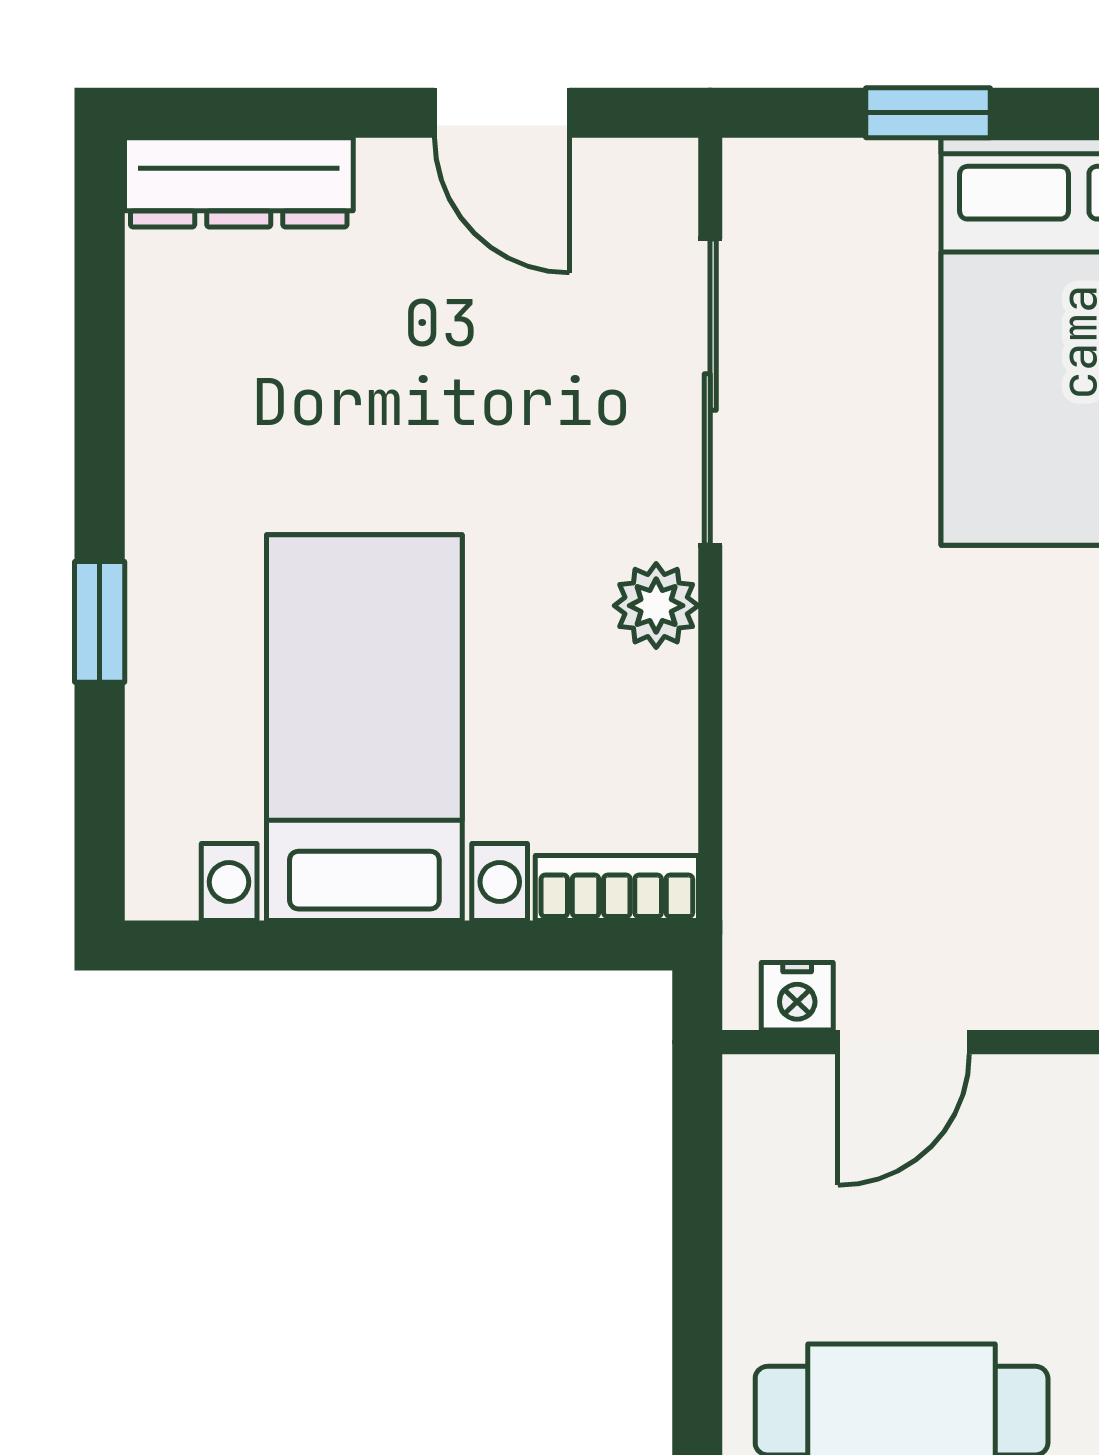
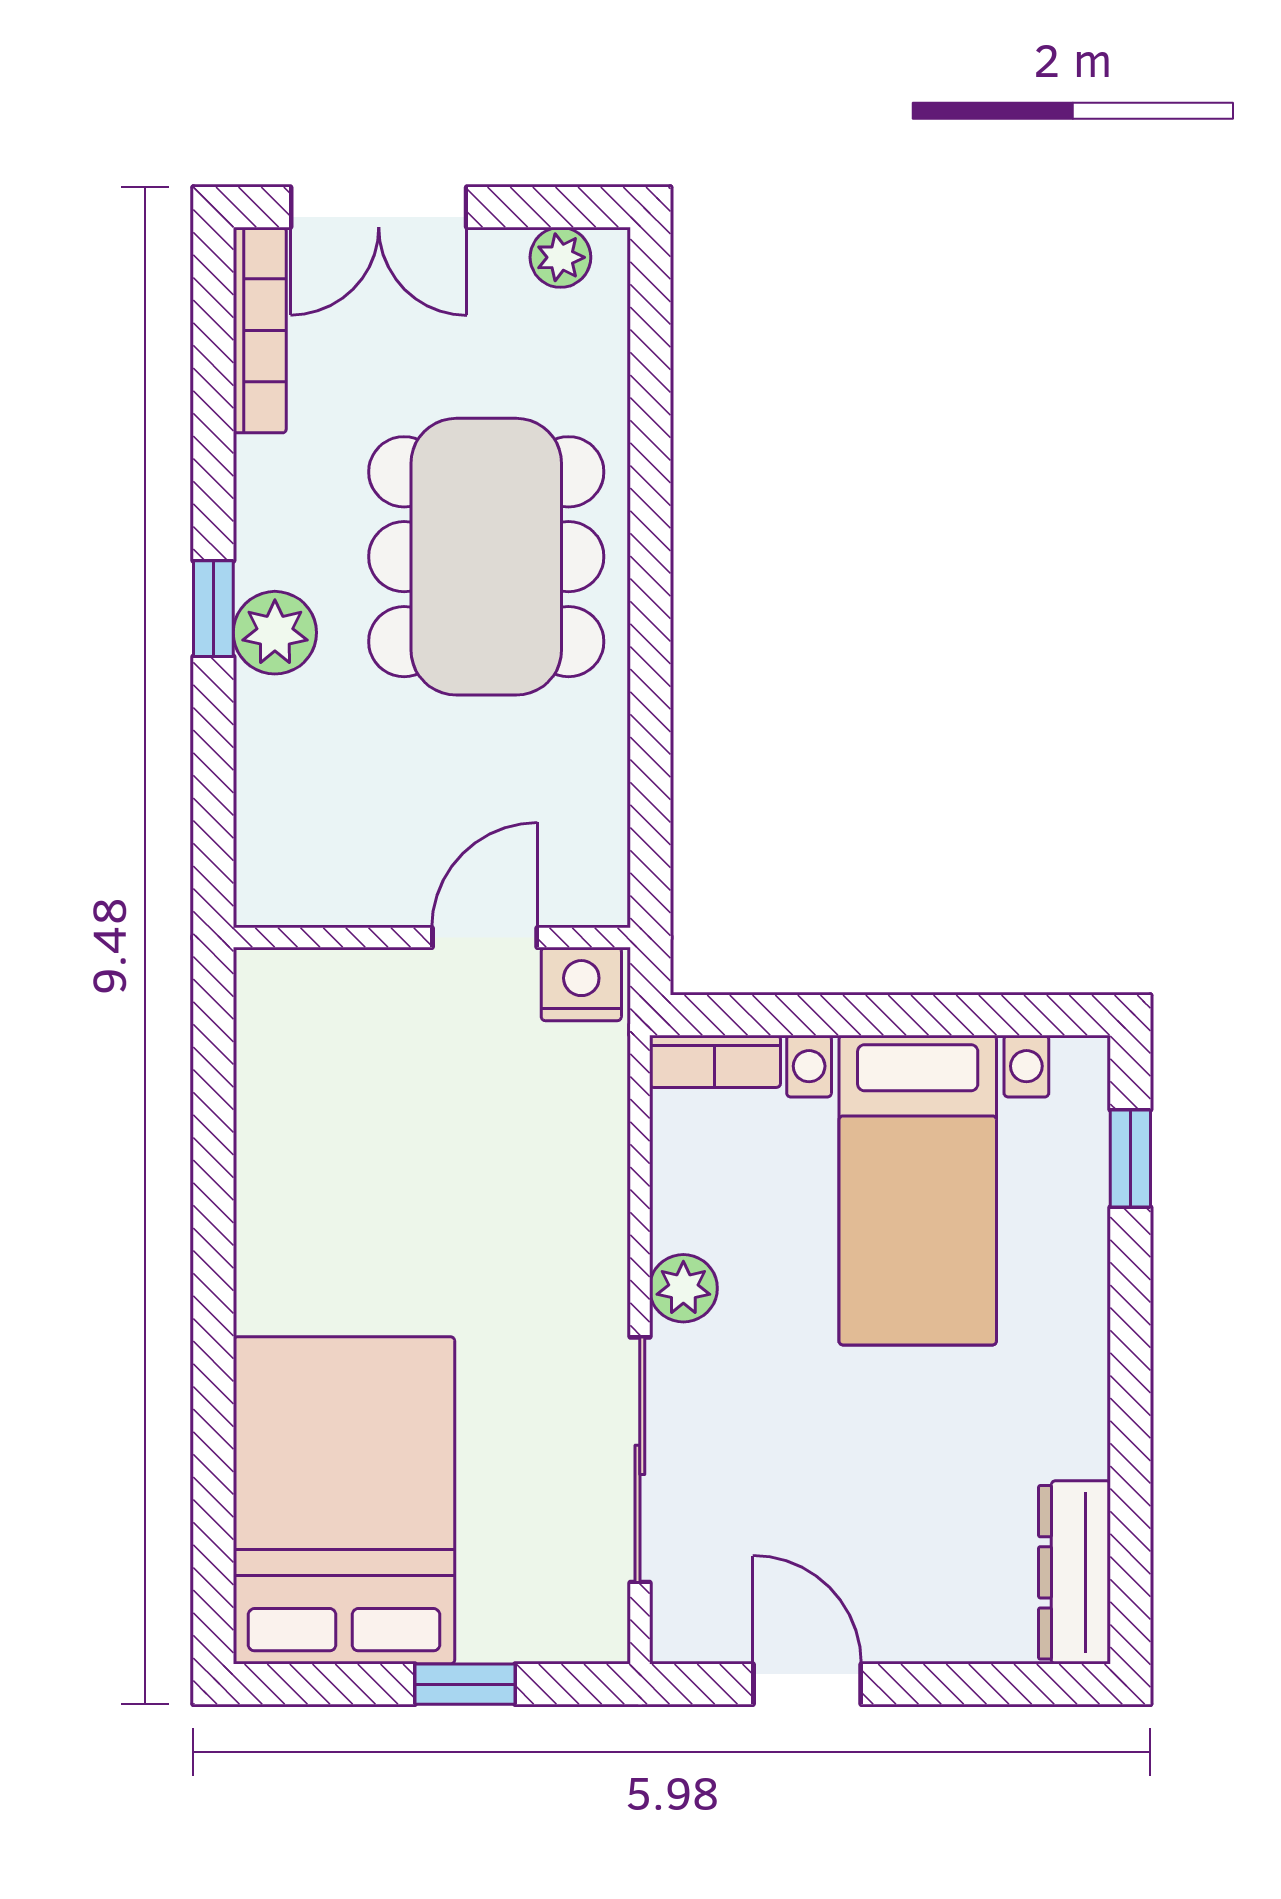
dresser: (239, 182) -> (1074, 1572), moved, turned -90
window: (100, 622) -> (1130, 1159), moved
nightstand: (797, 996) -> (581, 984), width x1.39, depth x1.35

